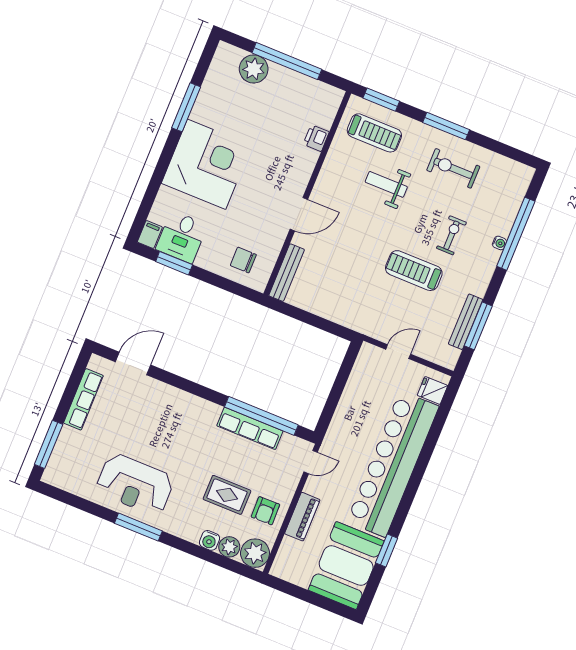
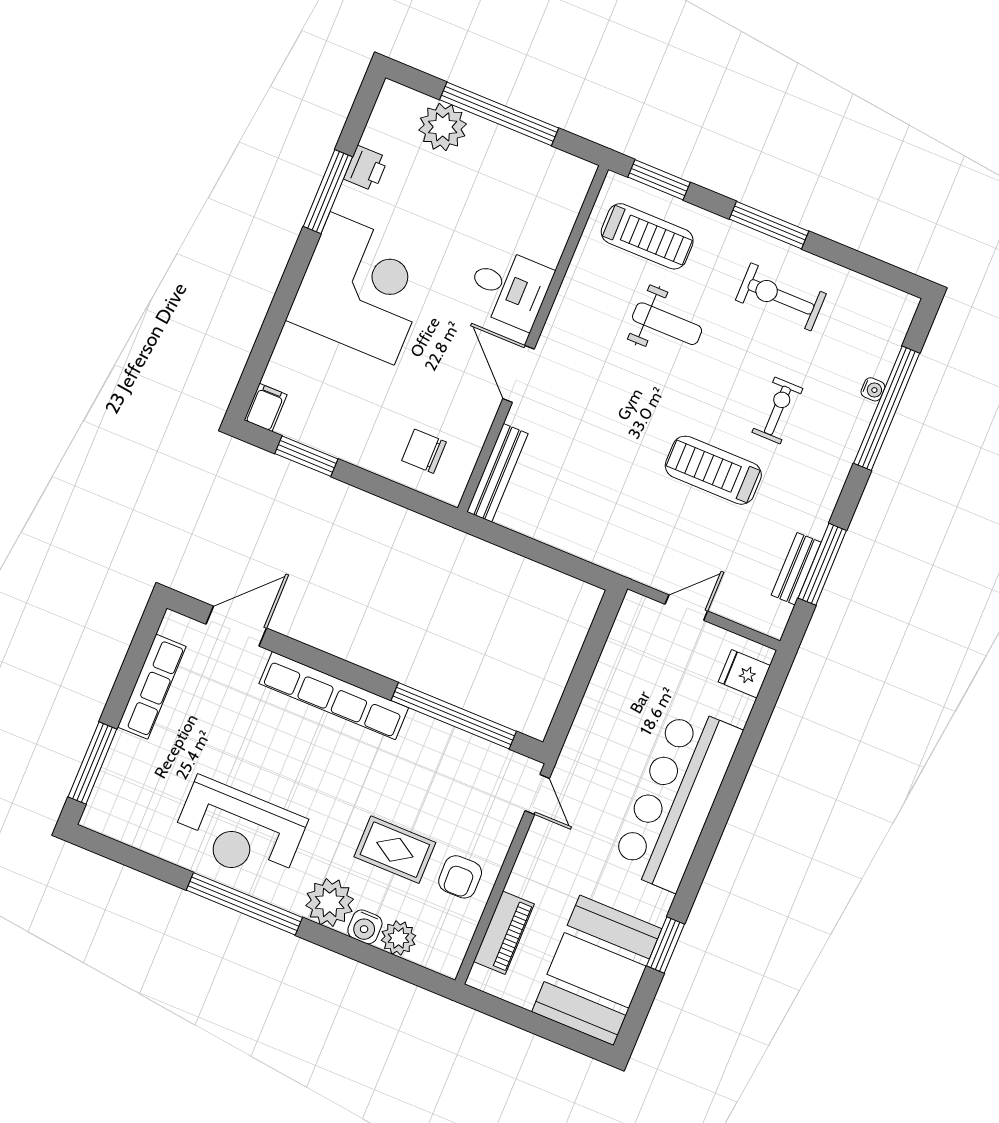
printer: (316, 138) -> (366, 168), moved, turned 180
weight bench: (386, 184) -> (667, 324), turned 180
door: (299, 214) -> (519, 374), swing flipped
desk: (182, 237) -> (509, 288), moved, turned -90
water cooler: (499, 243) -> (873, 389), moved
bench: (466, 322) -> (796, 569), width x0.73
row of seats: (250, 428) -> (334, 696), moved, width x1.36
door: (311, 462) -> (537, 794), hinge flipped
bar counter: (393, 464) -> (677, 798), width x0.73
piano: (302, 517) -> (504, 933), moved
window: (138, 527) -> (244, 904), width x1.46
plant: (255, 553) -> (330, 902), moved

